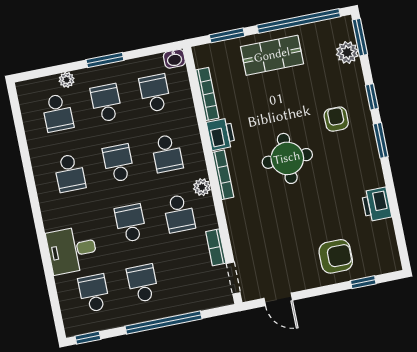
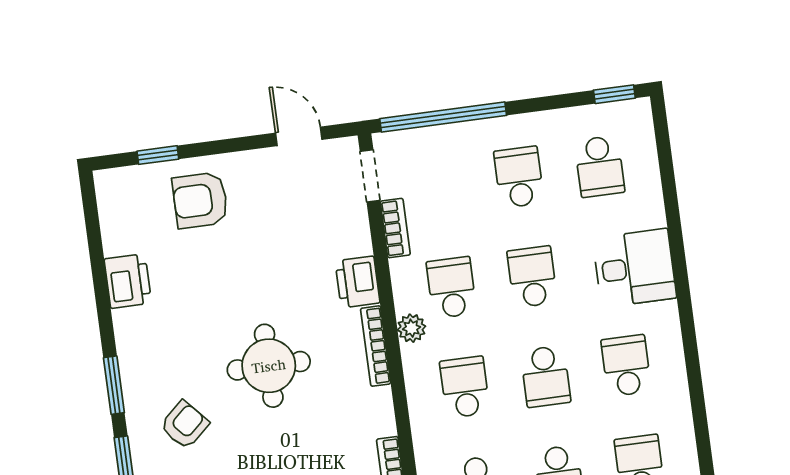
armchair: (336, 119) -> (184, 425), turned -132
printer: (221, 134) -> (357, 282), moved
school desk: (131, 223) -> (532, 277), turned 180
desk: (72, 250) -> (635, 268), moved
school desk: (143, 283) -> (519, 177), turned 180
window: (163, 322) -> (443, 117), moved

